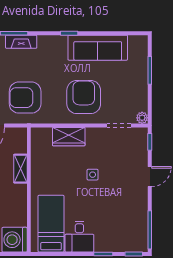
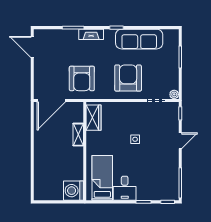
fireplace: (21, 42) -> (91, 34), moved
armchair: (25, 98) -> (82, 78), turned -90
wardrobe: (69, 137) -> (94, 118), moved, turned -90

